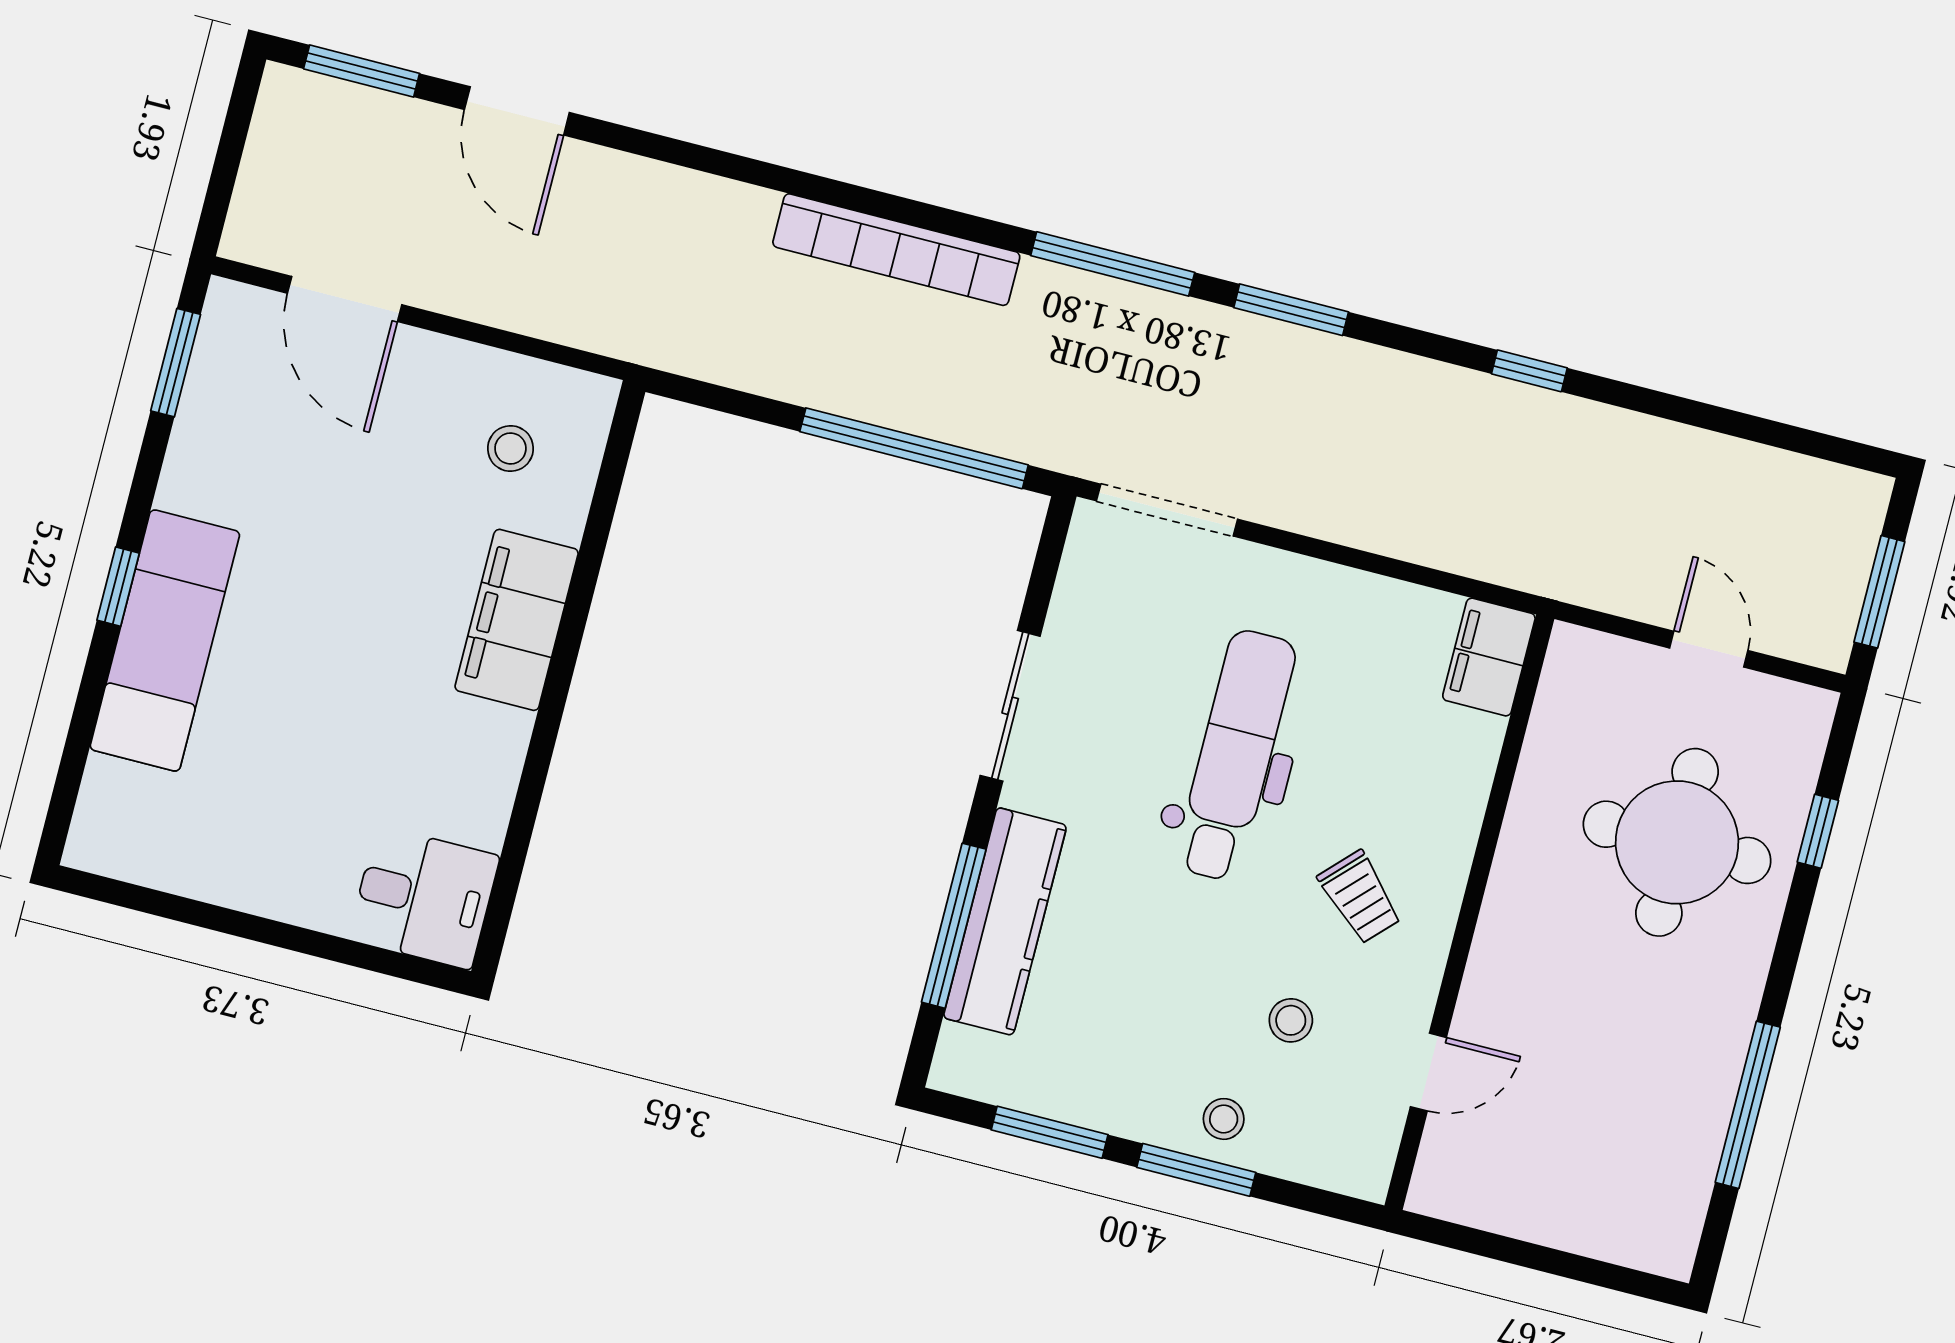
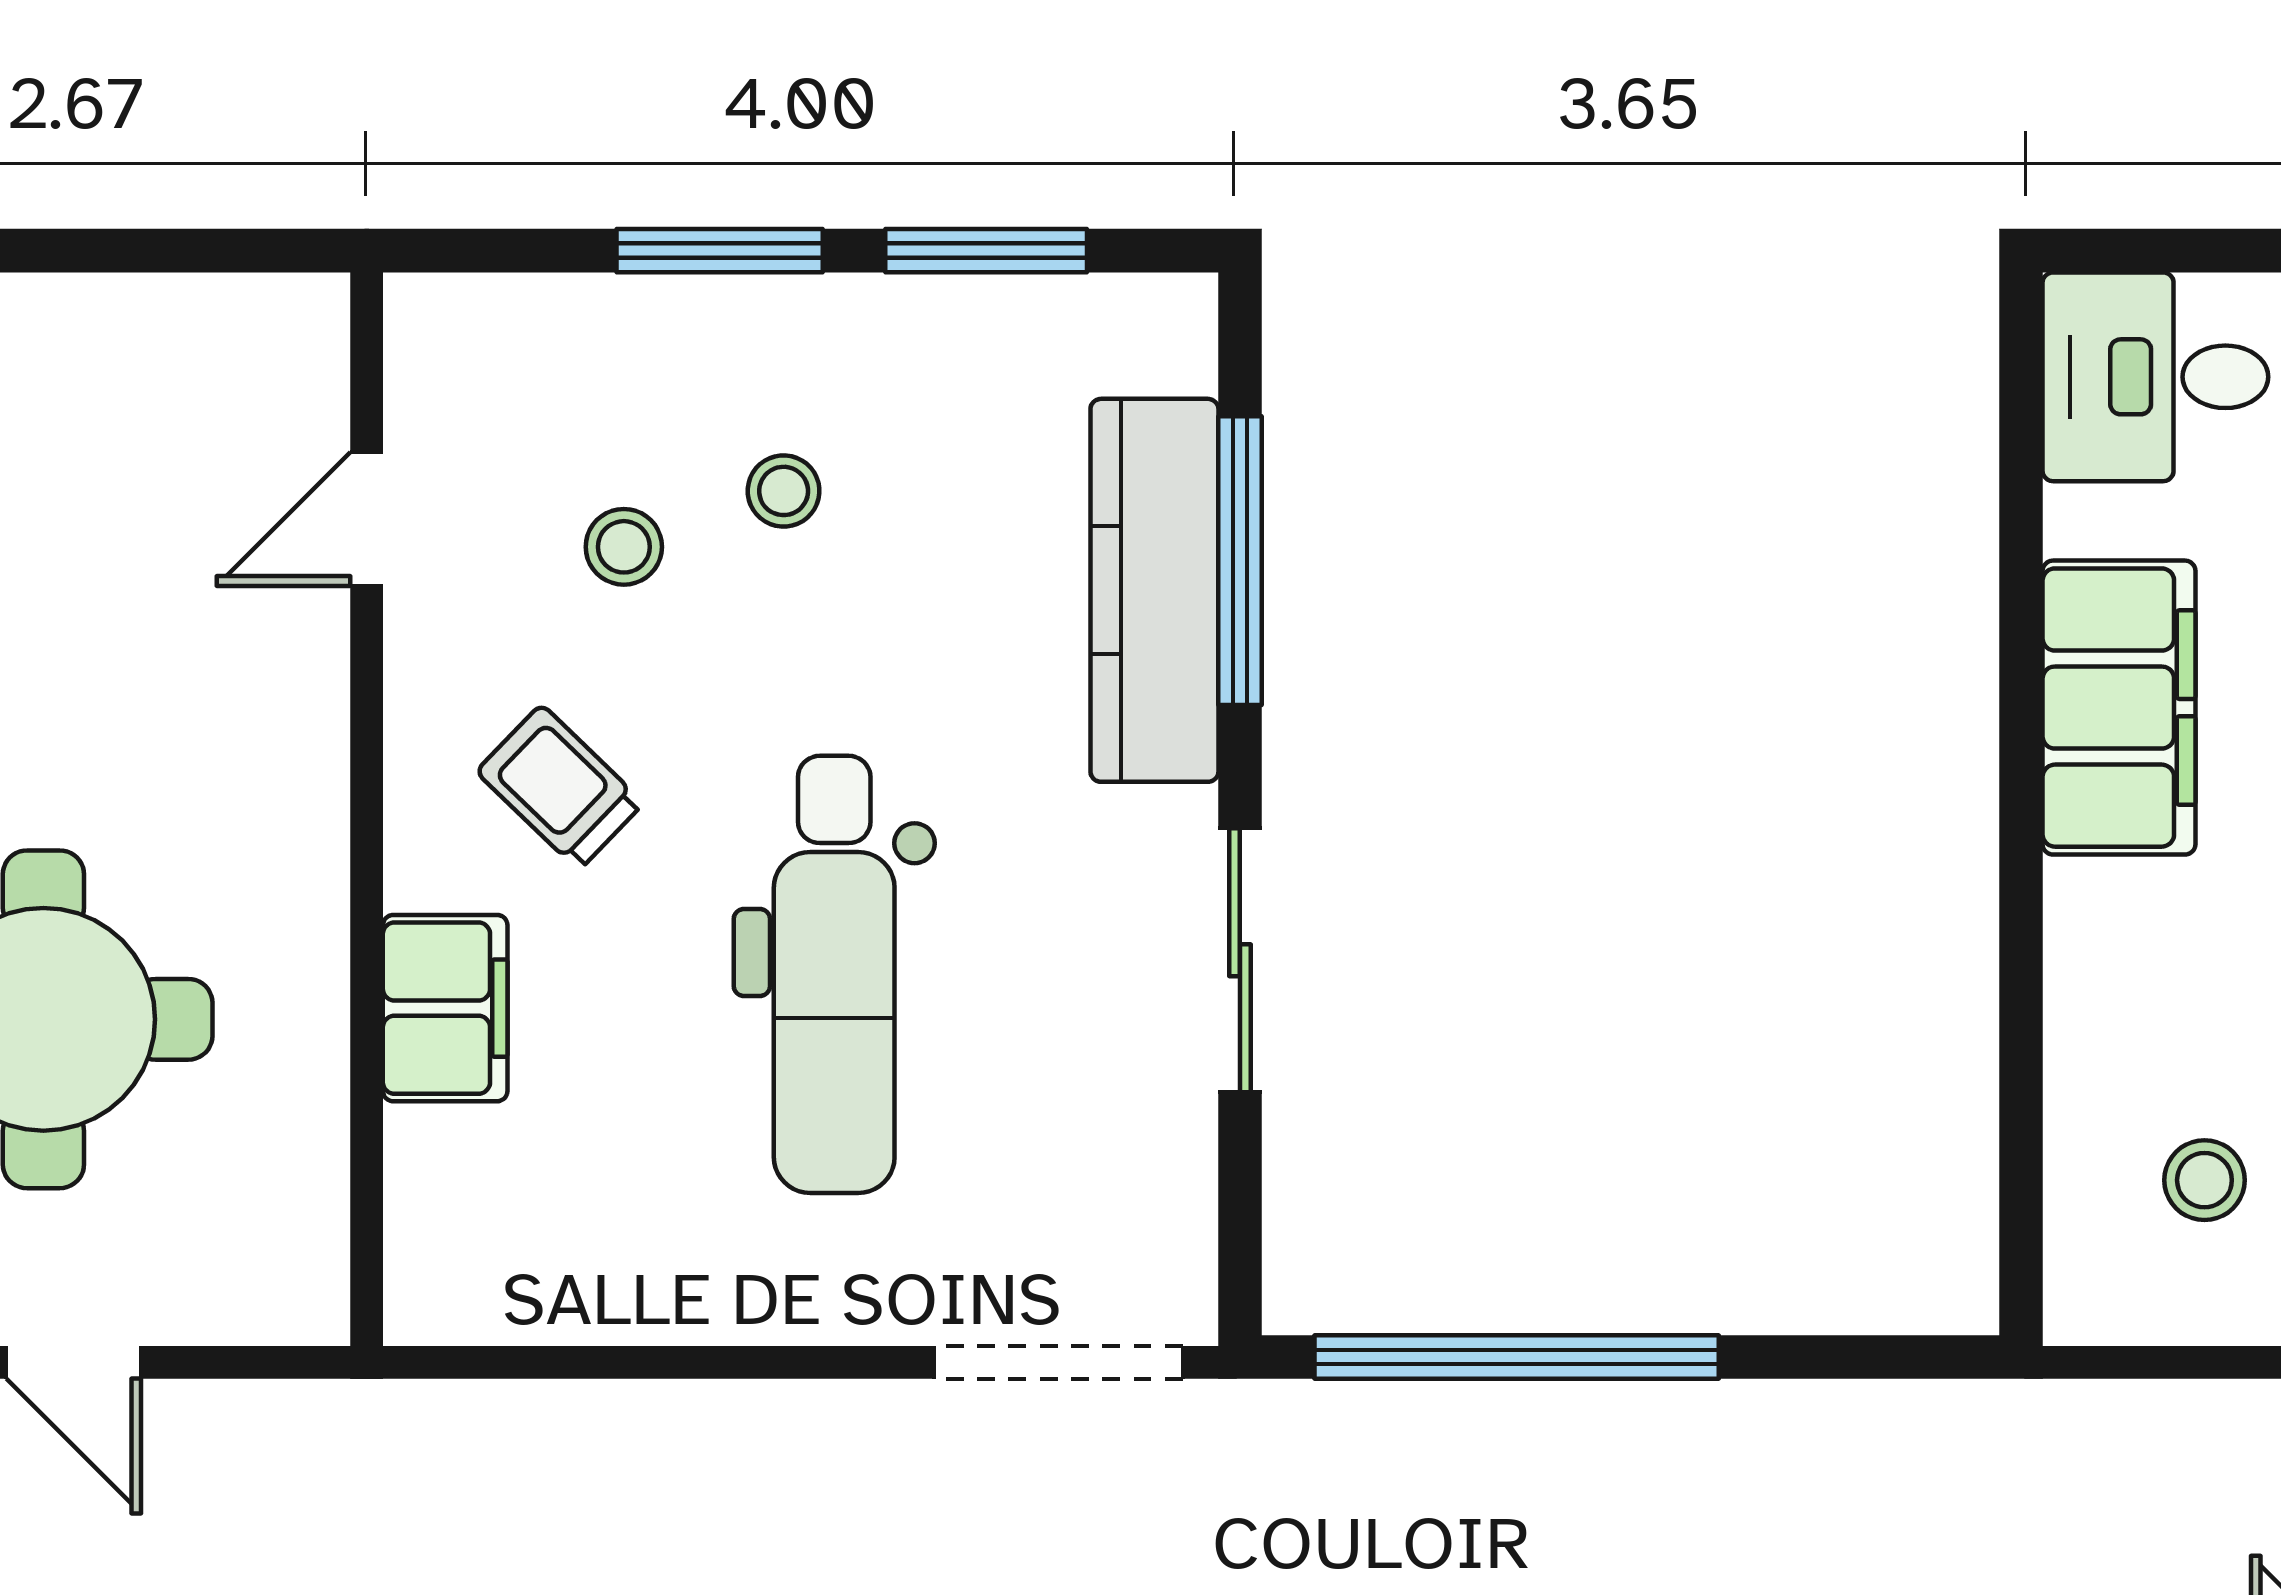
filing cabinet: (517, 620) -> (2119, 708), moved
filing cabinet: (1489, 657) -> (445, 1008), moved
stool: (1224, 1119) -> (784, 491), moved

